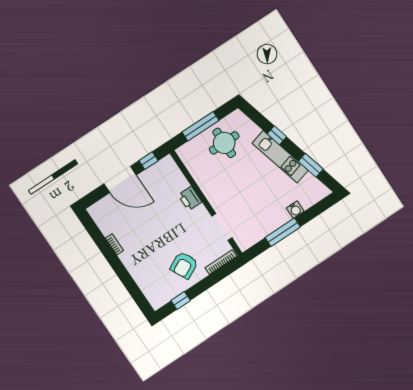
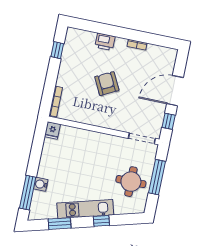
printer: (190, 198) -> (105, 42), moved, turned 180
doorway: (222, 227) -> (142, 138), moved
window: (283, 232) -> (28, 193), moved
fridge: (245, 242) -> (52, 130), added
armchair: (184, 265) -> (107, 84), moved

